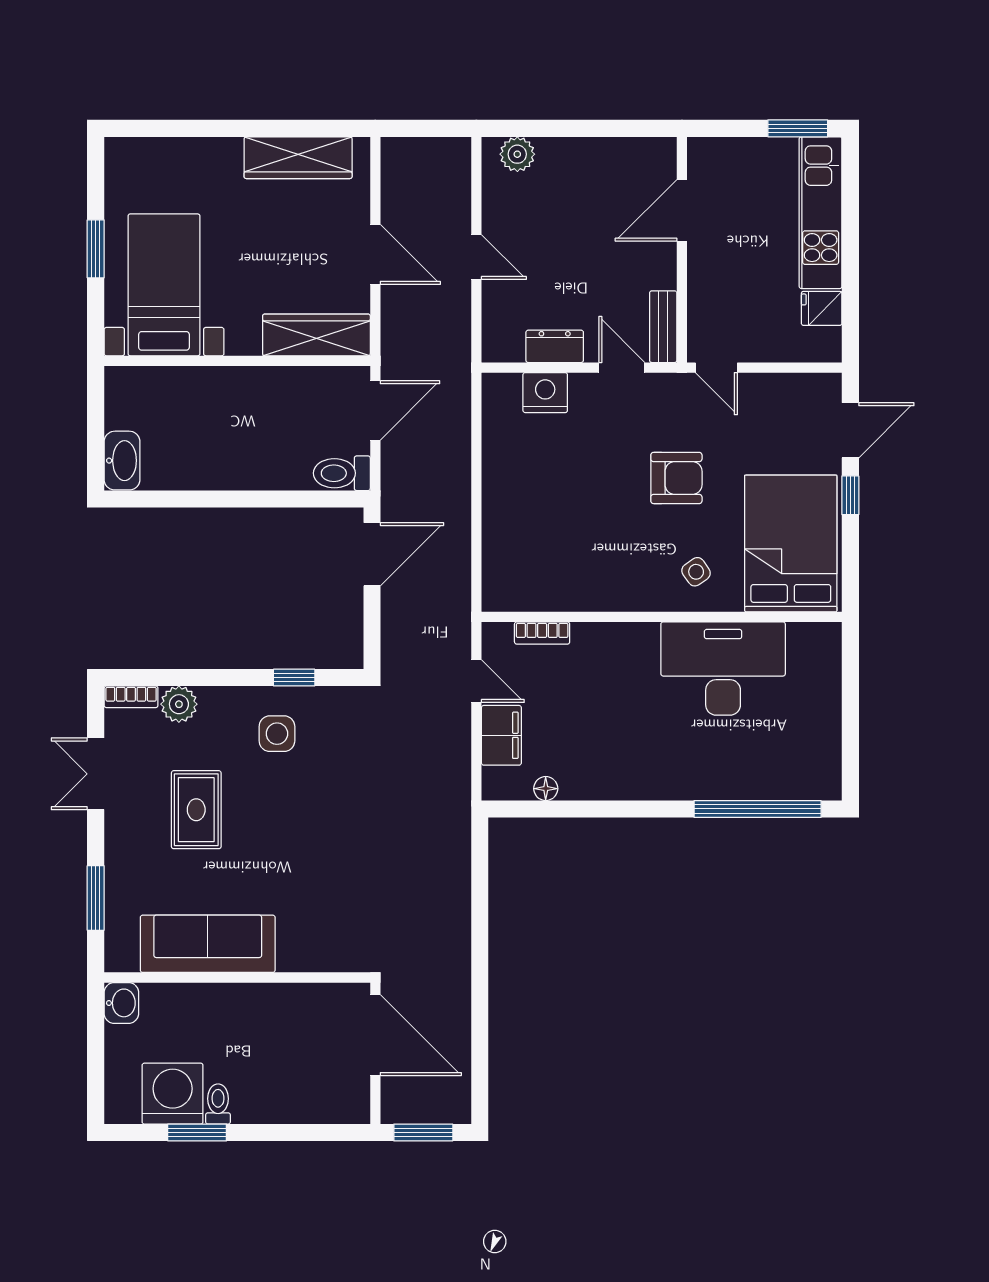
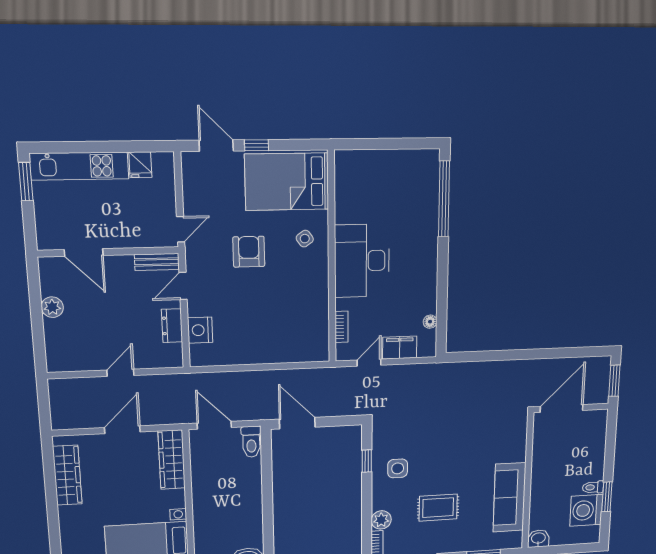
plant: (517, 154) -> (52, 307), moved
desk: (723, 669) -> (362, 261), moved

